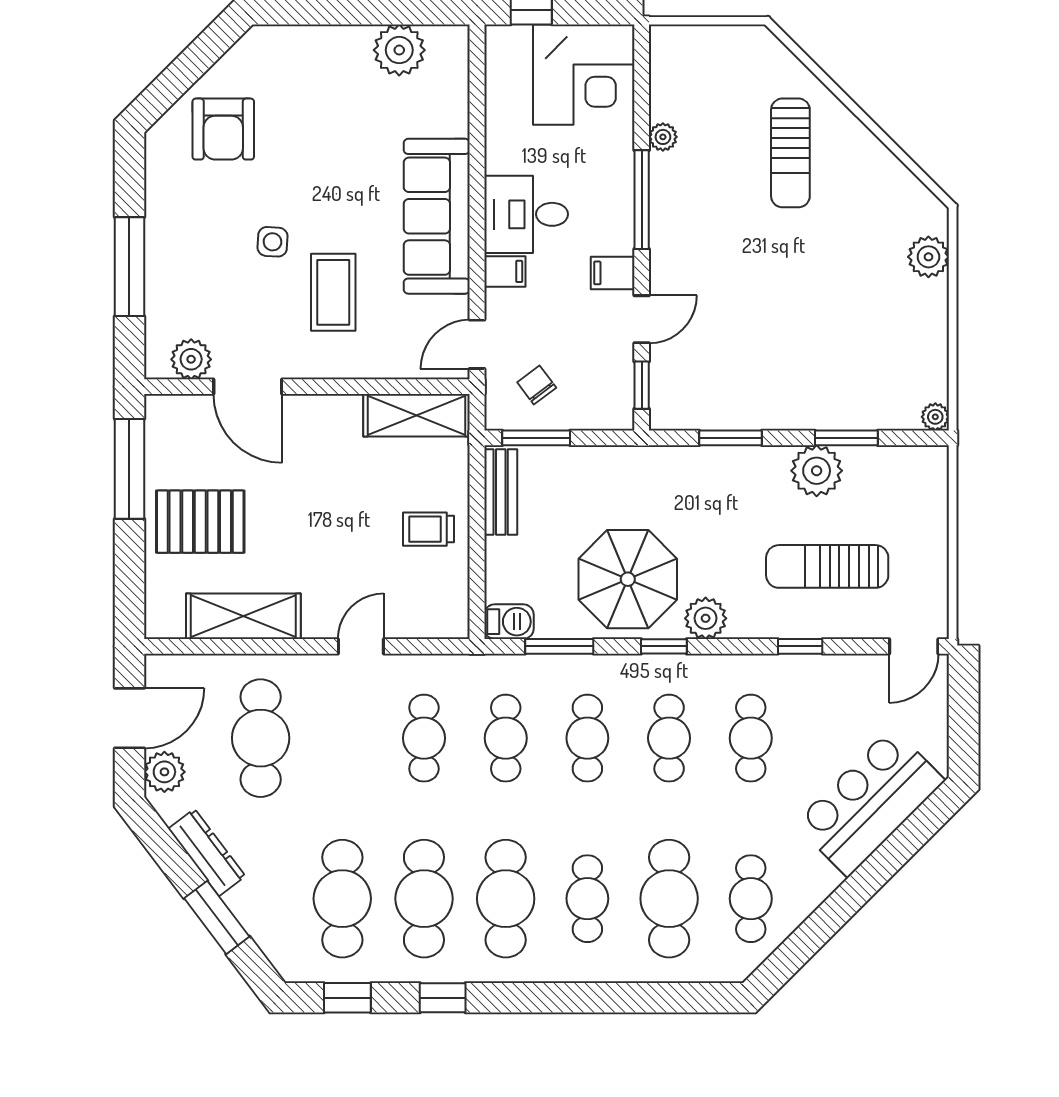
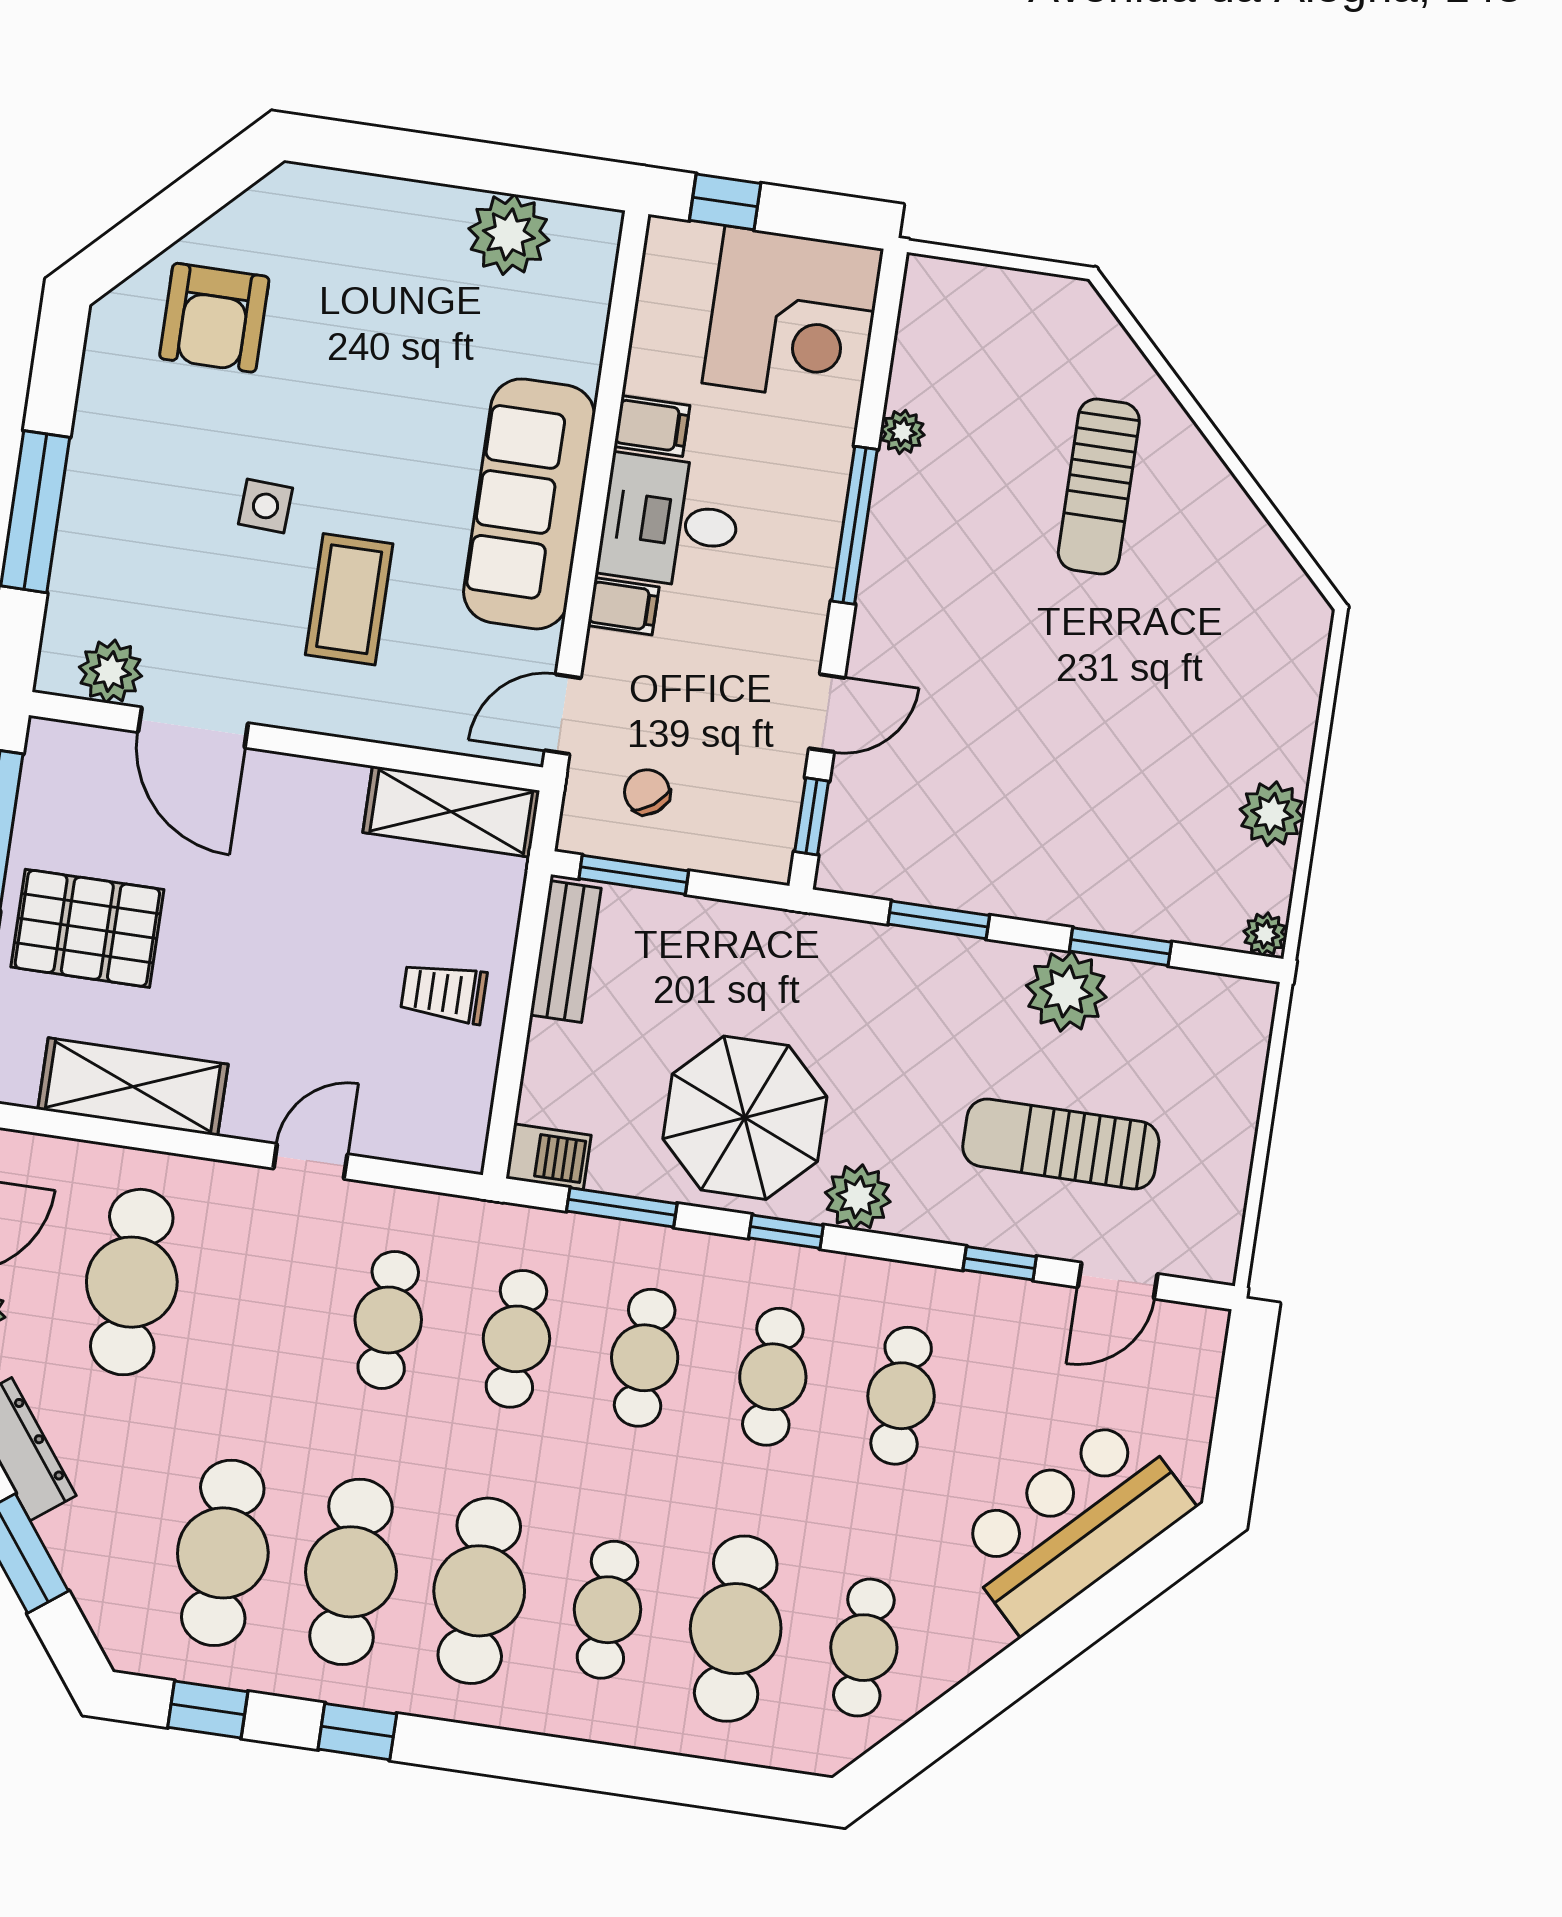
plant: (928, 257) -> (1272, 814), moved
filing cabinet: (613, 273) -> (652, 426), moved, turned 180
door: (914, 646) -> (1118, 1281), moved

